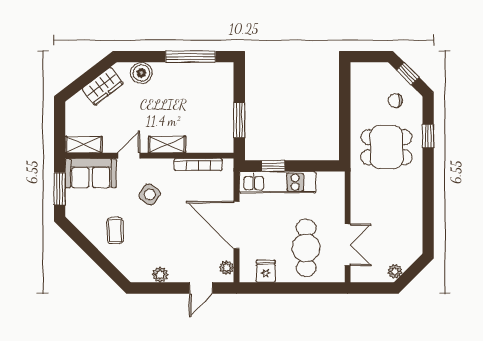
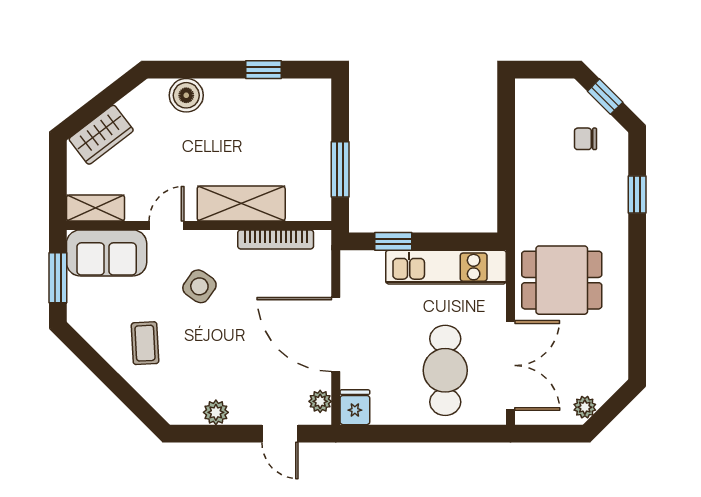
window: (191, 57) -> (264, 70), width x0.46
wardrobe: (103, 86) -> (101, 135), moved
shelving: (167, 145) -> (241, 203), width x1.50, depth x1.33
dining table: (386, 147) -> (562, 280), moved
kitchen unit: (278, 182) -> (446, 267), moved
double door: (348, 245) -> (510, 365), width x1.37
fridge: (266, 271) -> (355, 407), moved
door: (201, 288) -> (280, 434), hinge flipped

